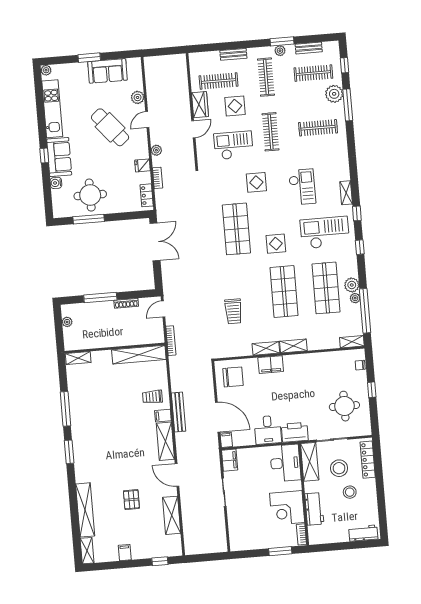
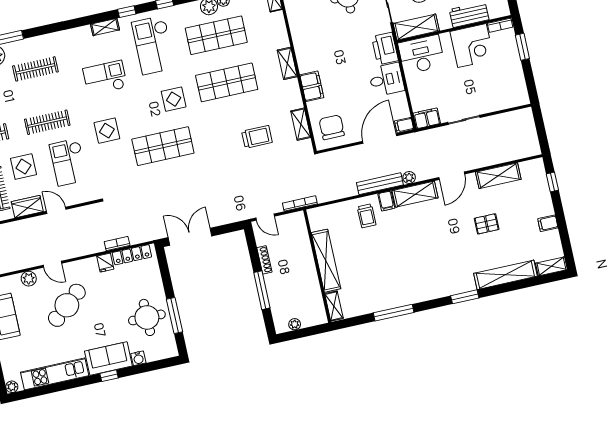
clothes rail: (318, 128) -> (35, 69), turned 90
plant: (156, 150) -> (409, 177), moved
locker: (147, 195) -> (132, 255), width x1.53
shelving: (266, 348) -> (301, 124), moved
shelving: (139, 355) -> (326, 261), moved
window: (69, 452) -> (465, 297), moved

